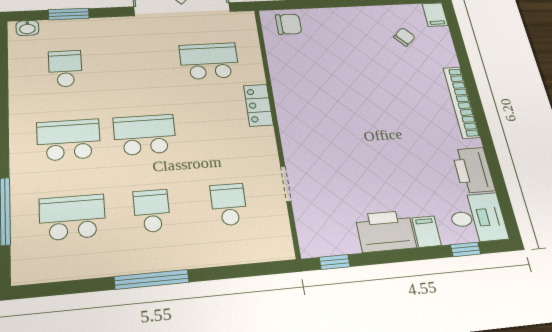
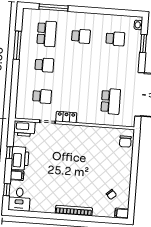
locker: (258, 105) -> (66, 117), moved
school desk: (145, 135) -> (79, 68), removed
school desk: (69, 140) -> (81, 36), width x0.54
printer: (473, 170) -> (24, 129), moved, turned 180
window: (335, 262) -> (9, 153), moved
window: (152, 279) -> (17, 45), moved

